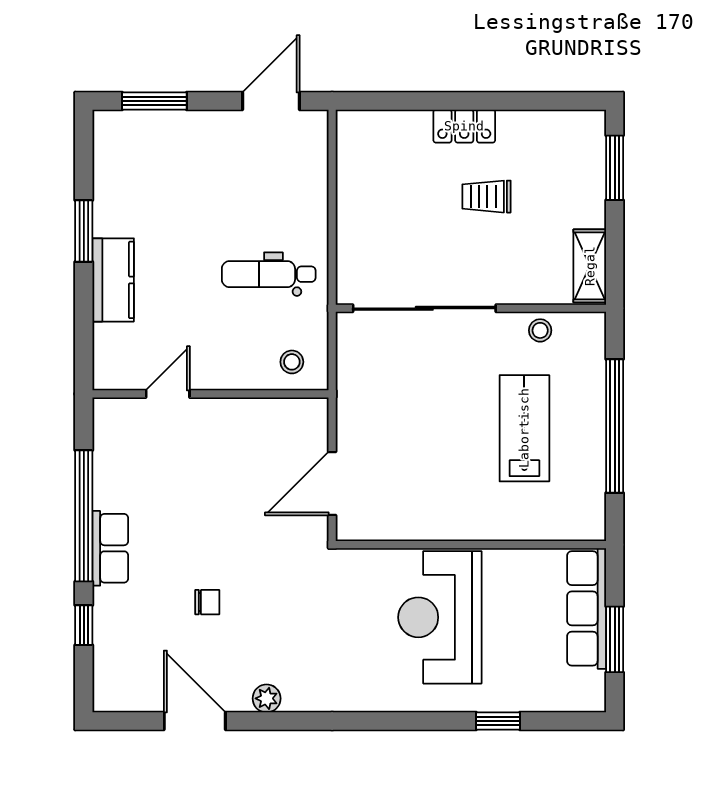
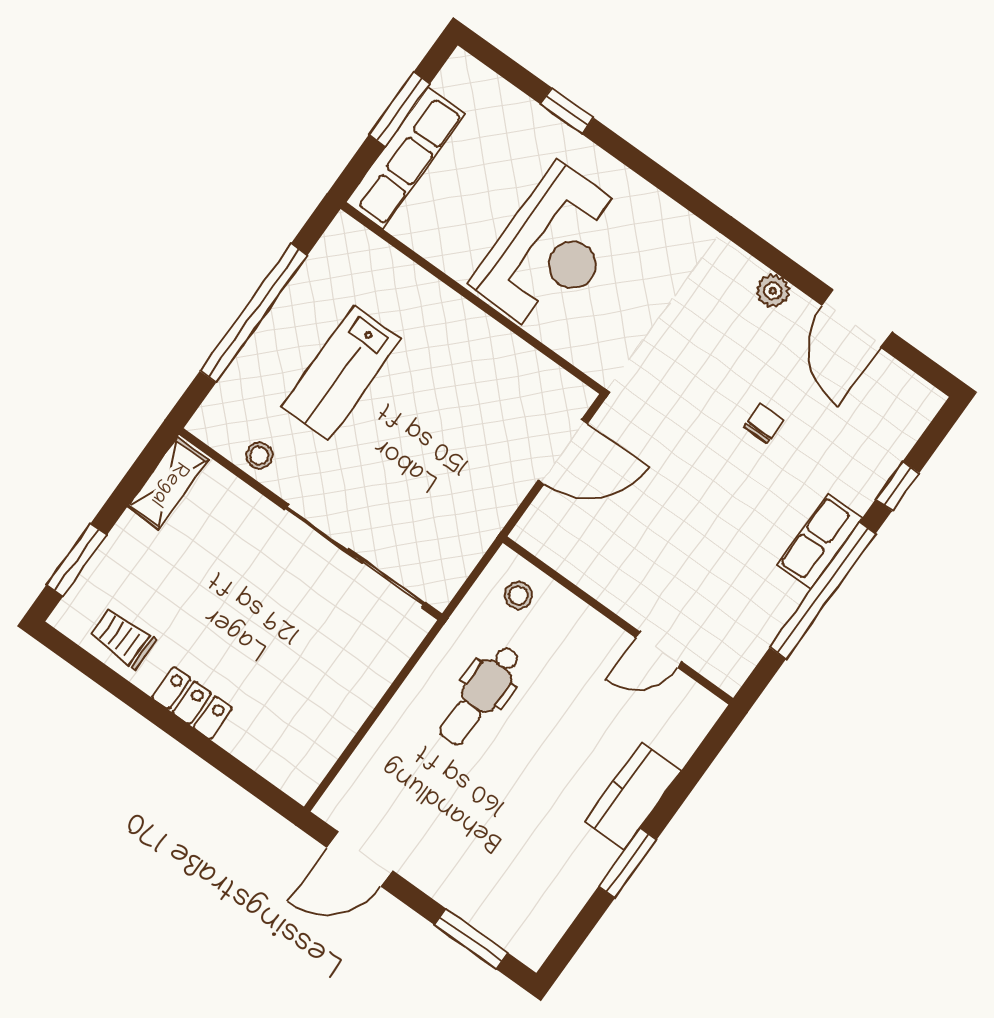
trolley: (487, 197) -> (123, 639), moved, turned 180
dental chair: (269, 274) -> (480, 695), turned 90
chair: (207, 602) -> (764, 424), turned 90

